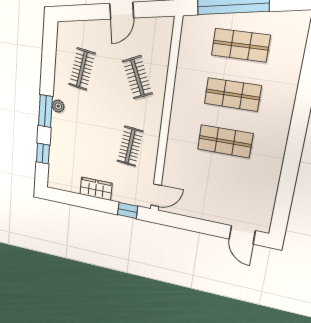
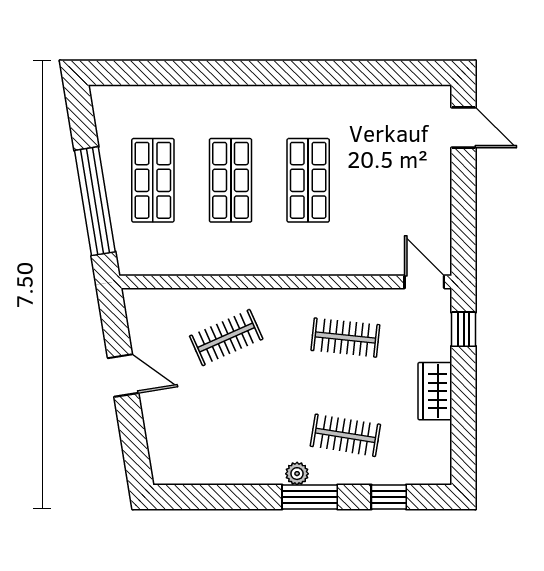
clothes rail: (82, 69) -> (345, 435), moved
door: (242, 235) -> (464, 127), hinge flipped

